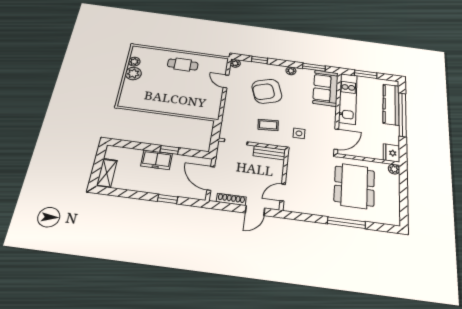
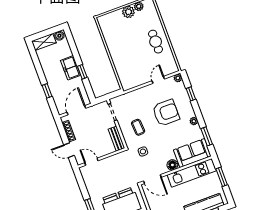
armchair: (267, 91) -> (166, 113), turned 108
floor lamp: (330, 112) -> (172, 165), added
boiler: (111, 153) -> (59, 36), added

